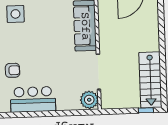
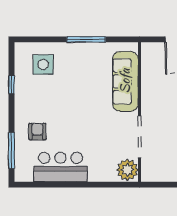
armchair: (13, 70) -> (37, 132), turned -90

